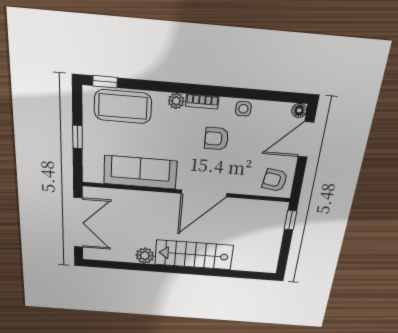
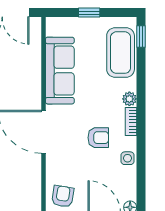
armchair: (216, 139) -> (98, 138), turned 90

